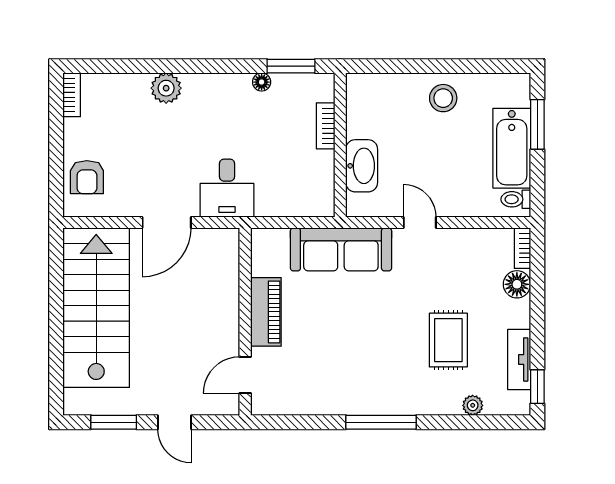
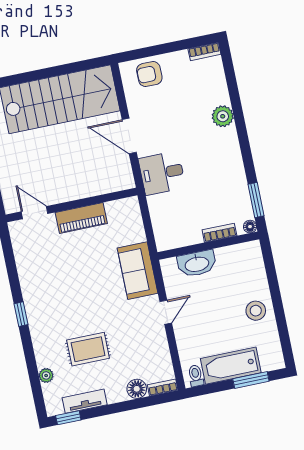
floor lamp: (262, 82) -> (250, 227), moved
sofa: (341, 249) -> (138, 271), width x0.73
window: (381, 422) -> (21, 314), width x0.46

